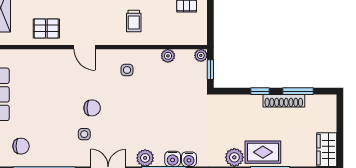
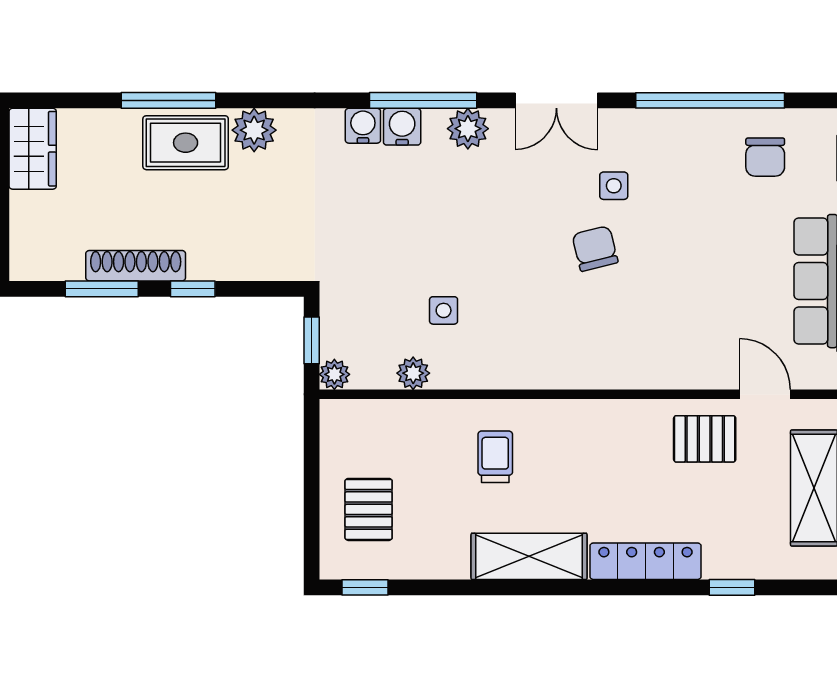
door: (85, 47) -> (765, 394), moved
side table: (127, 70) -> (444, 310), moved
chair: (92, 108) -> (595, 248), turned 76
chair: (21, 146) -> (765, 157), turned -90

